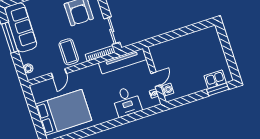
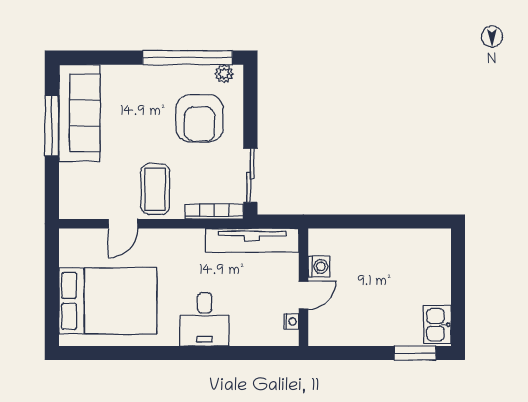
plant: (28, 68) -> (68, 195), removed
kitchen sink: (215, 79) -> (437, 325), moved, turned -90
washing machine: (167, 90) -> (319, 266), moved
desk: (127, 101) -> (205, 319), moved

